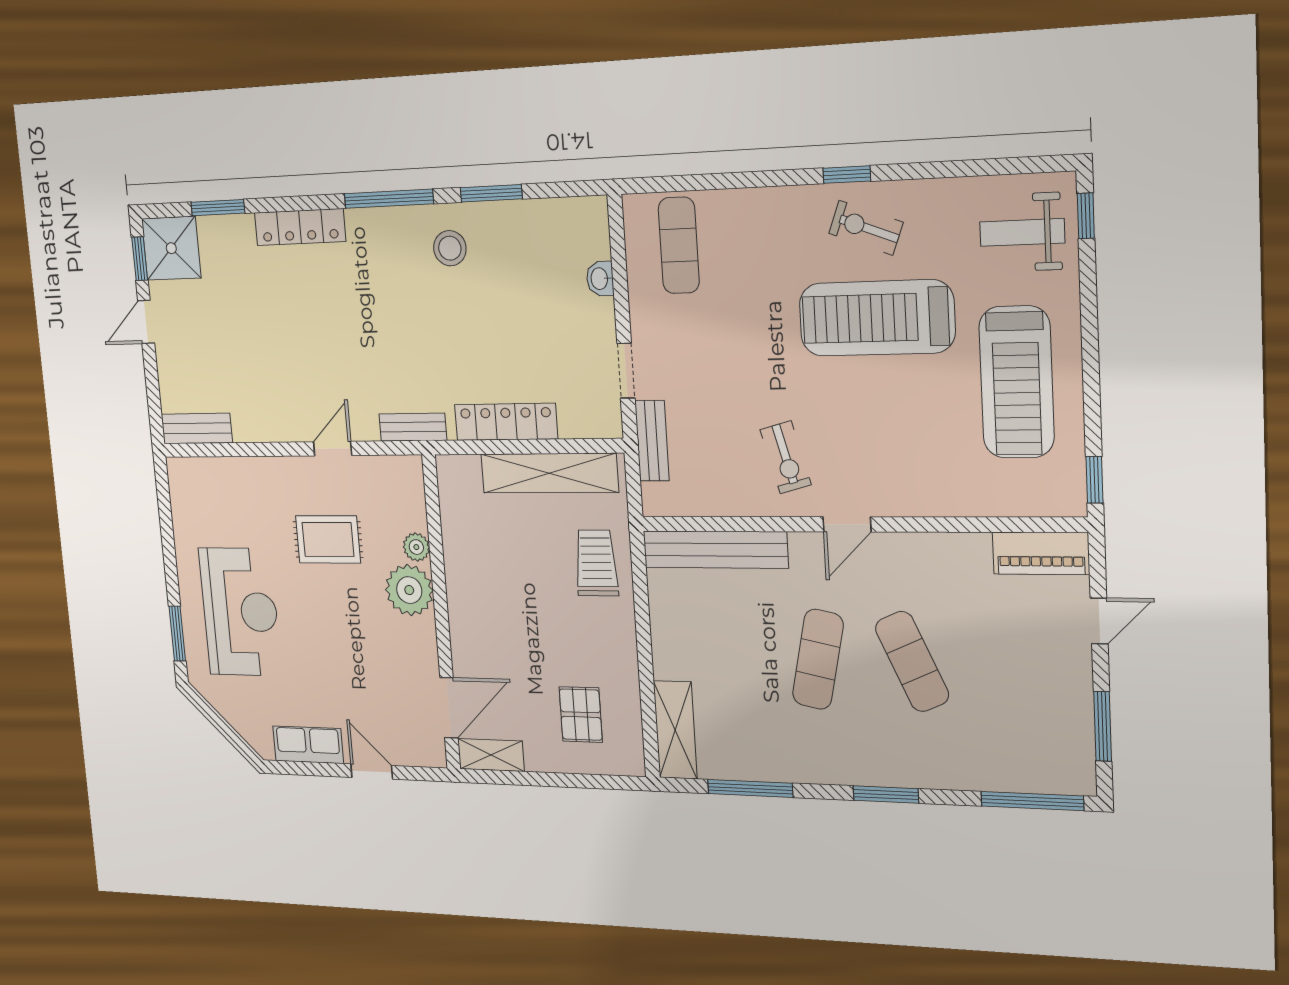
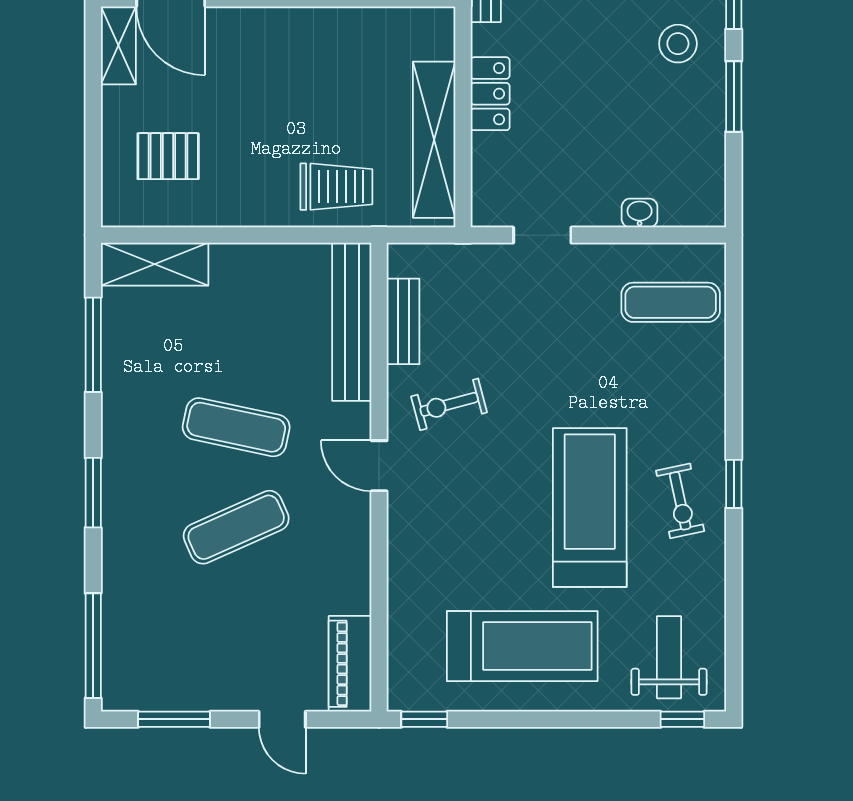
exercise bike: (866, 228) -> (680, 501), turned 147
treadmill: (1017, 382) -> (522, 646), turned 180
locker: (506, 422) -> (490, 94), width x0.66
bench: (652, 441) -> (403, 321), moved, turned 90

